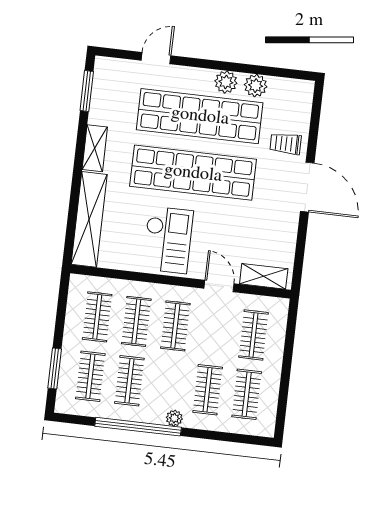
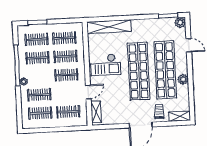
plant: (256, 86) -> (180, 23), moved
shelving: (95, 148) -> (180, 116), moved

